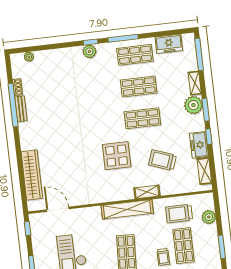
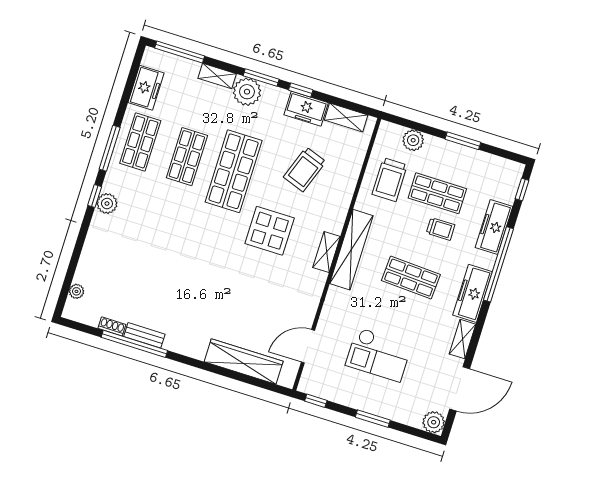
shop shelf: (142, 118) -> (234, 171), width x1.43, depth x1.36
shelving: (147, 192) -> (327, 252), moved

